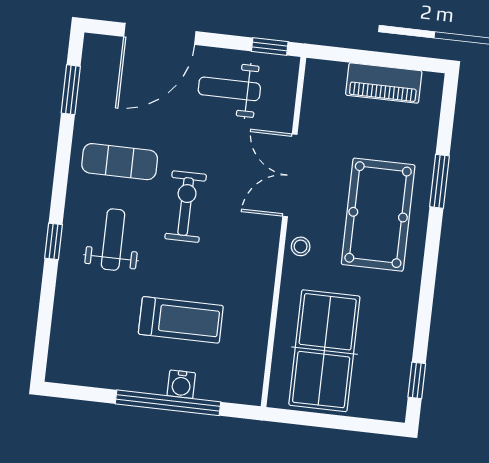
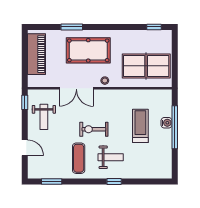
door: (160, 34) -> (25, 148), width x0.53
piano: (384, 83) -> (37, 54), width x1.37, depth x1.33
weight bench: (113, 240) -> (111, 157), turned 180

